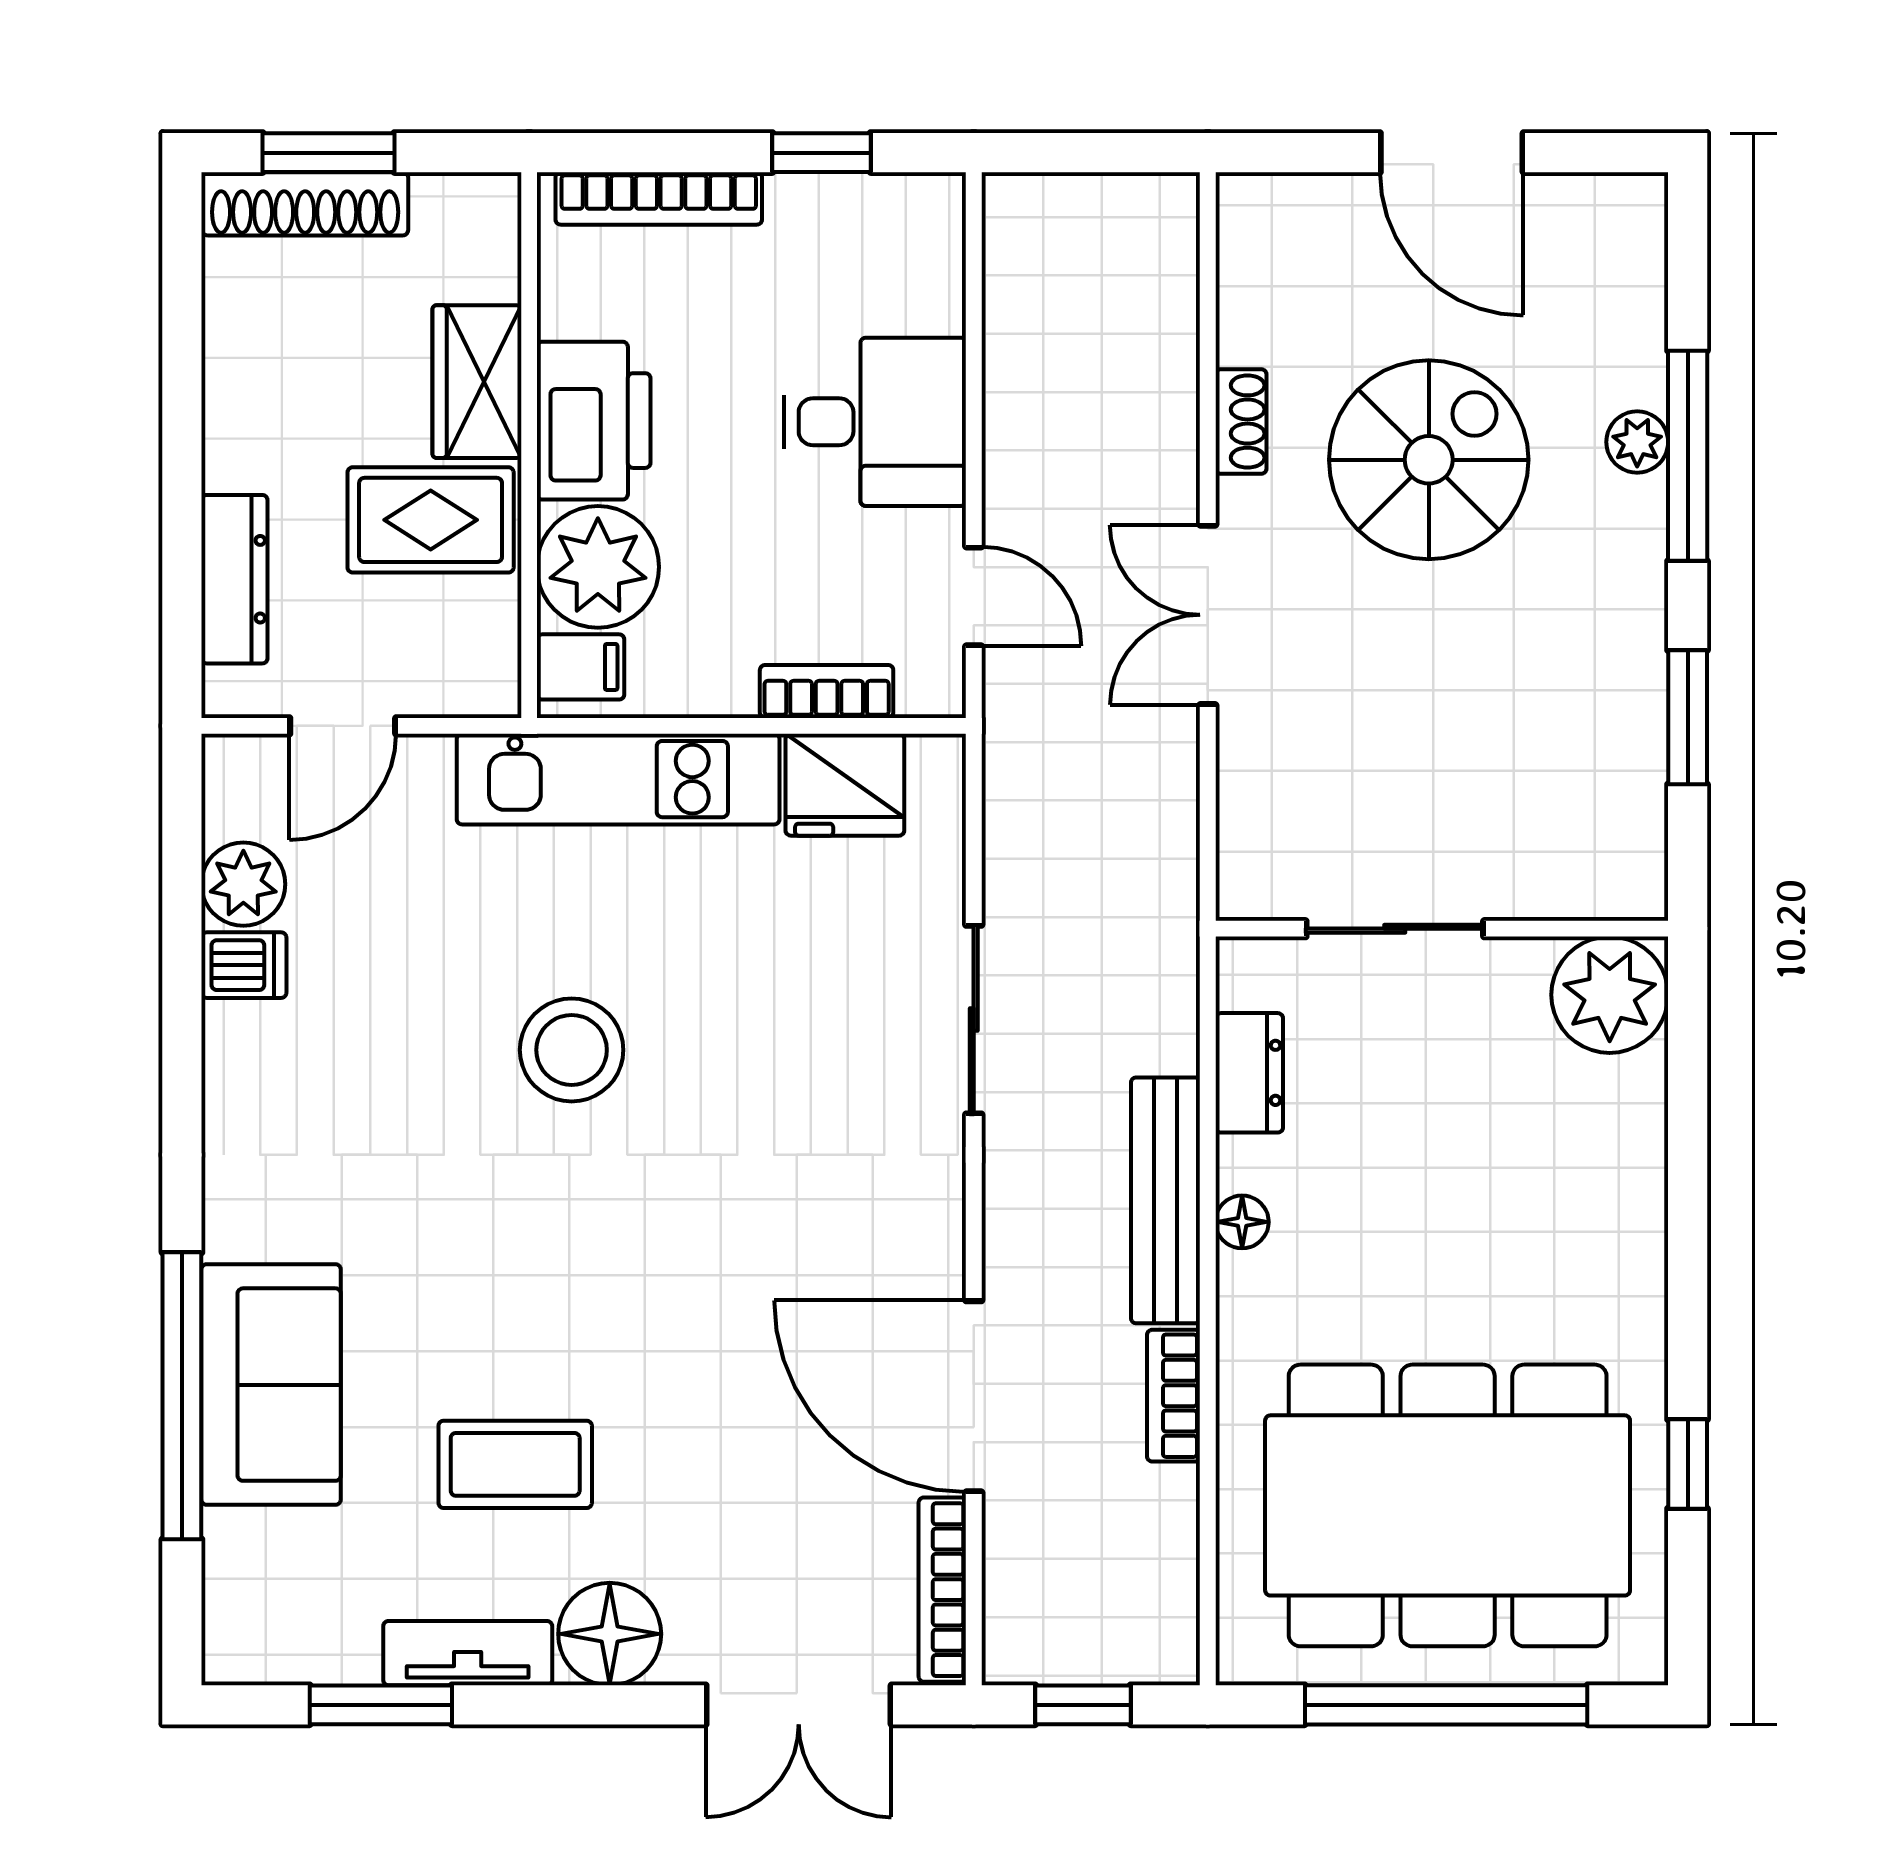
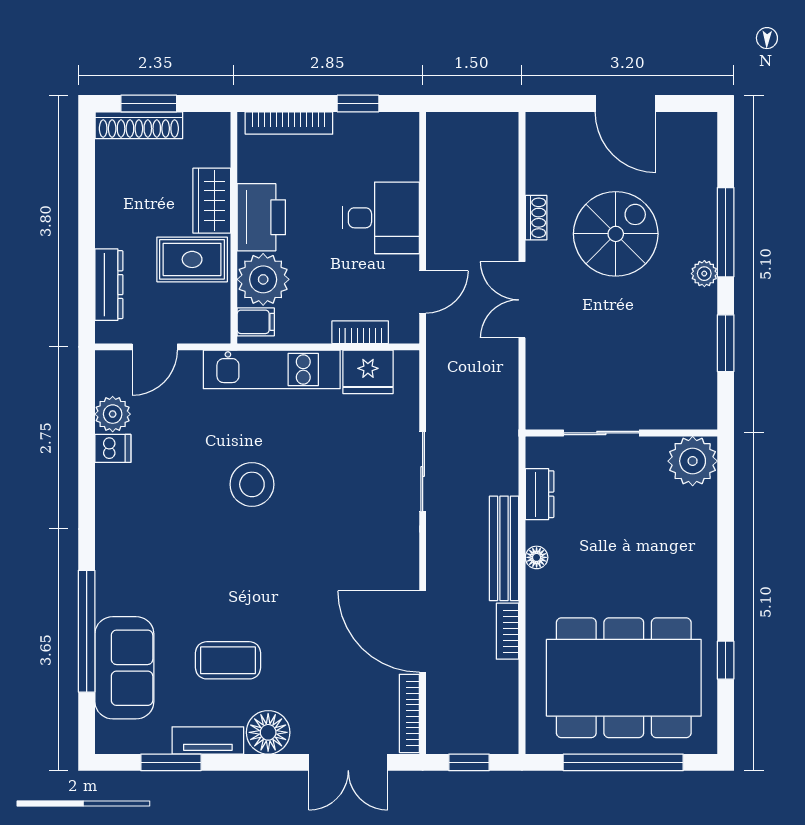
plant: (1637, 442) -> (704, 274), moved
door: (974, 596) -> (423, 292), hinge flipped
sofa: (271, 1385) -> (124, 668), moved

